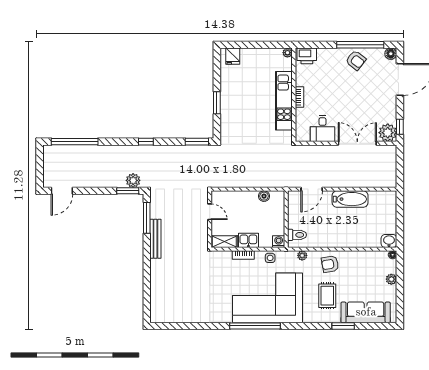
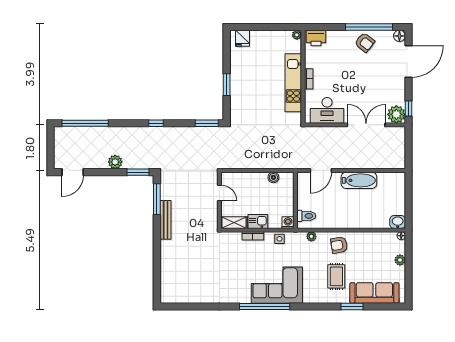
desk: (322, 129) -> (327, 110), width x1.37
plant: (133, 180) -> (115, 162), moved
corner sofa: (267, 298) -> (277, 285), width x0.73, depth x0.74

